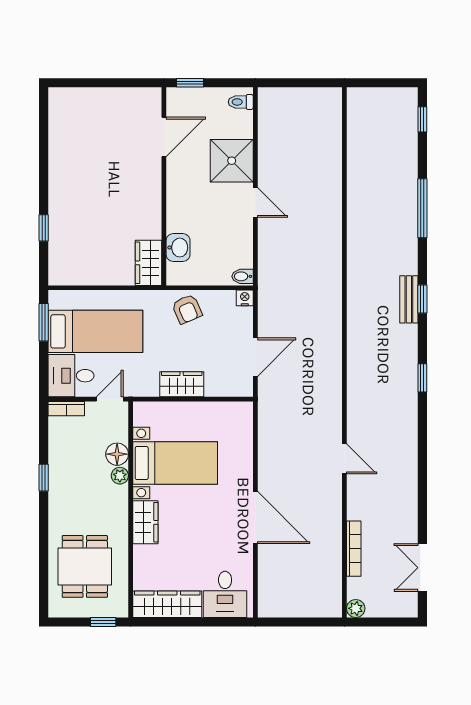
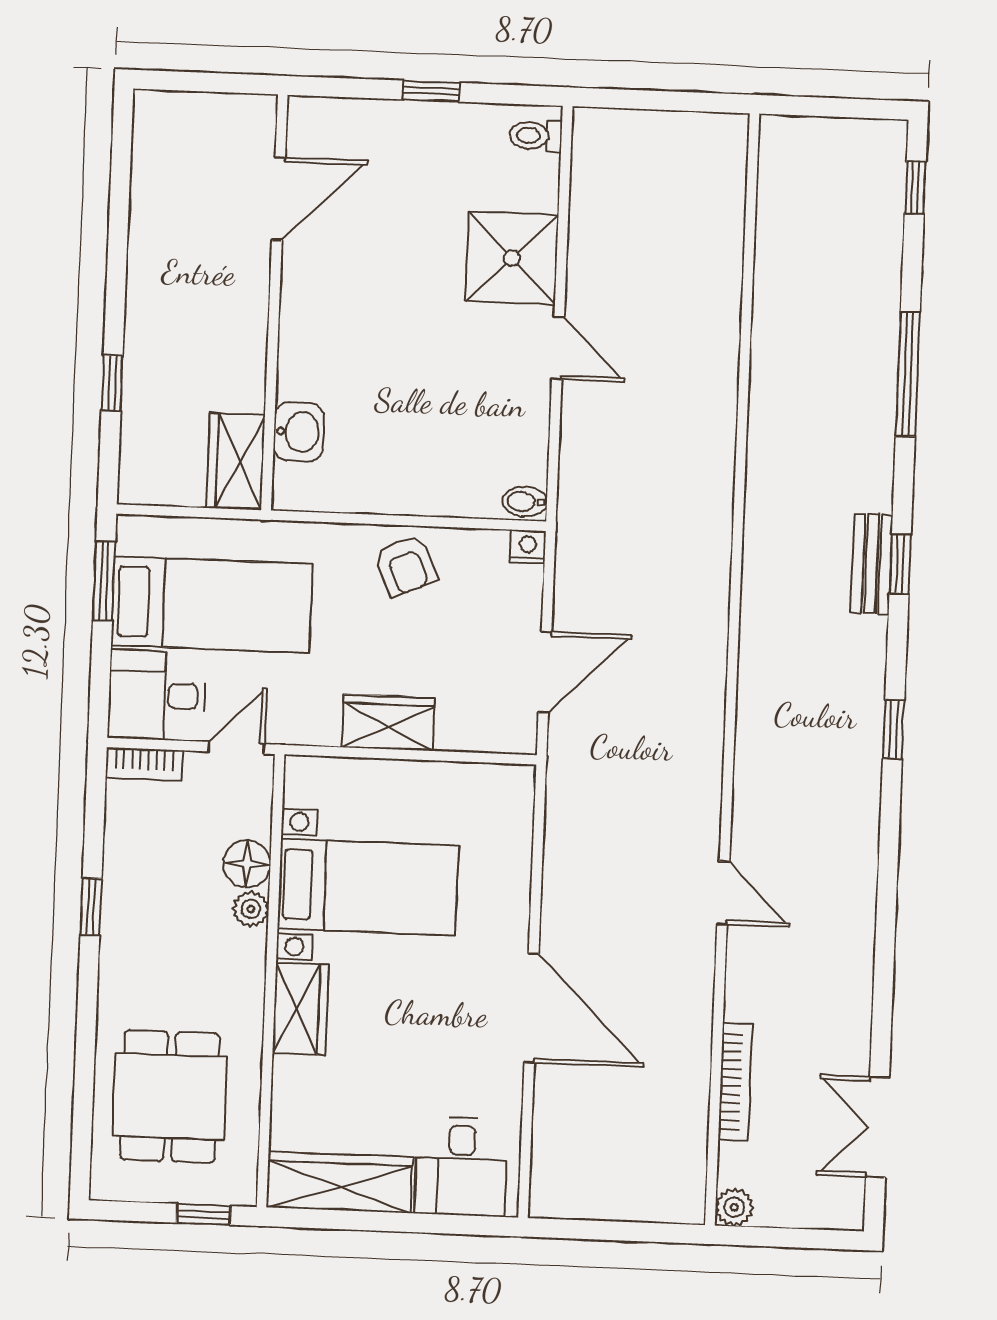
door: (164, 137) -> (279, 199), moved
wall: (164, 186) -> (274, 302), moved
washbasin: (178, 248) -> (299, 432), moved
wardrobe: (149, 263) -> (236, 462), moved

